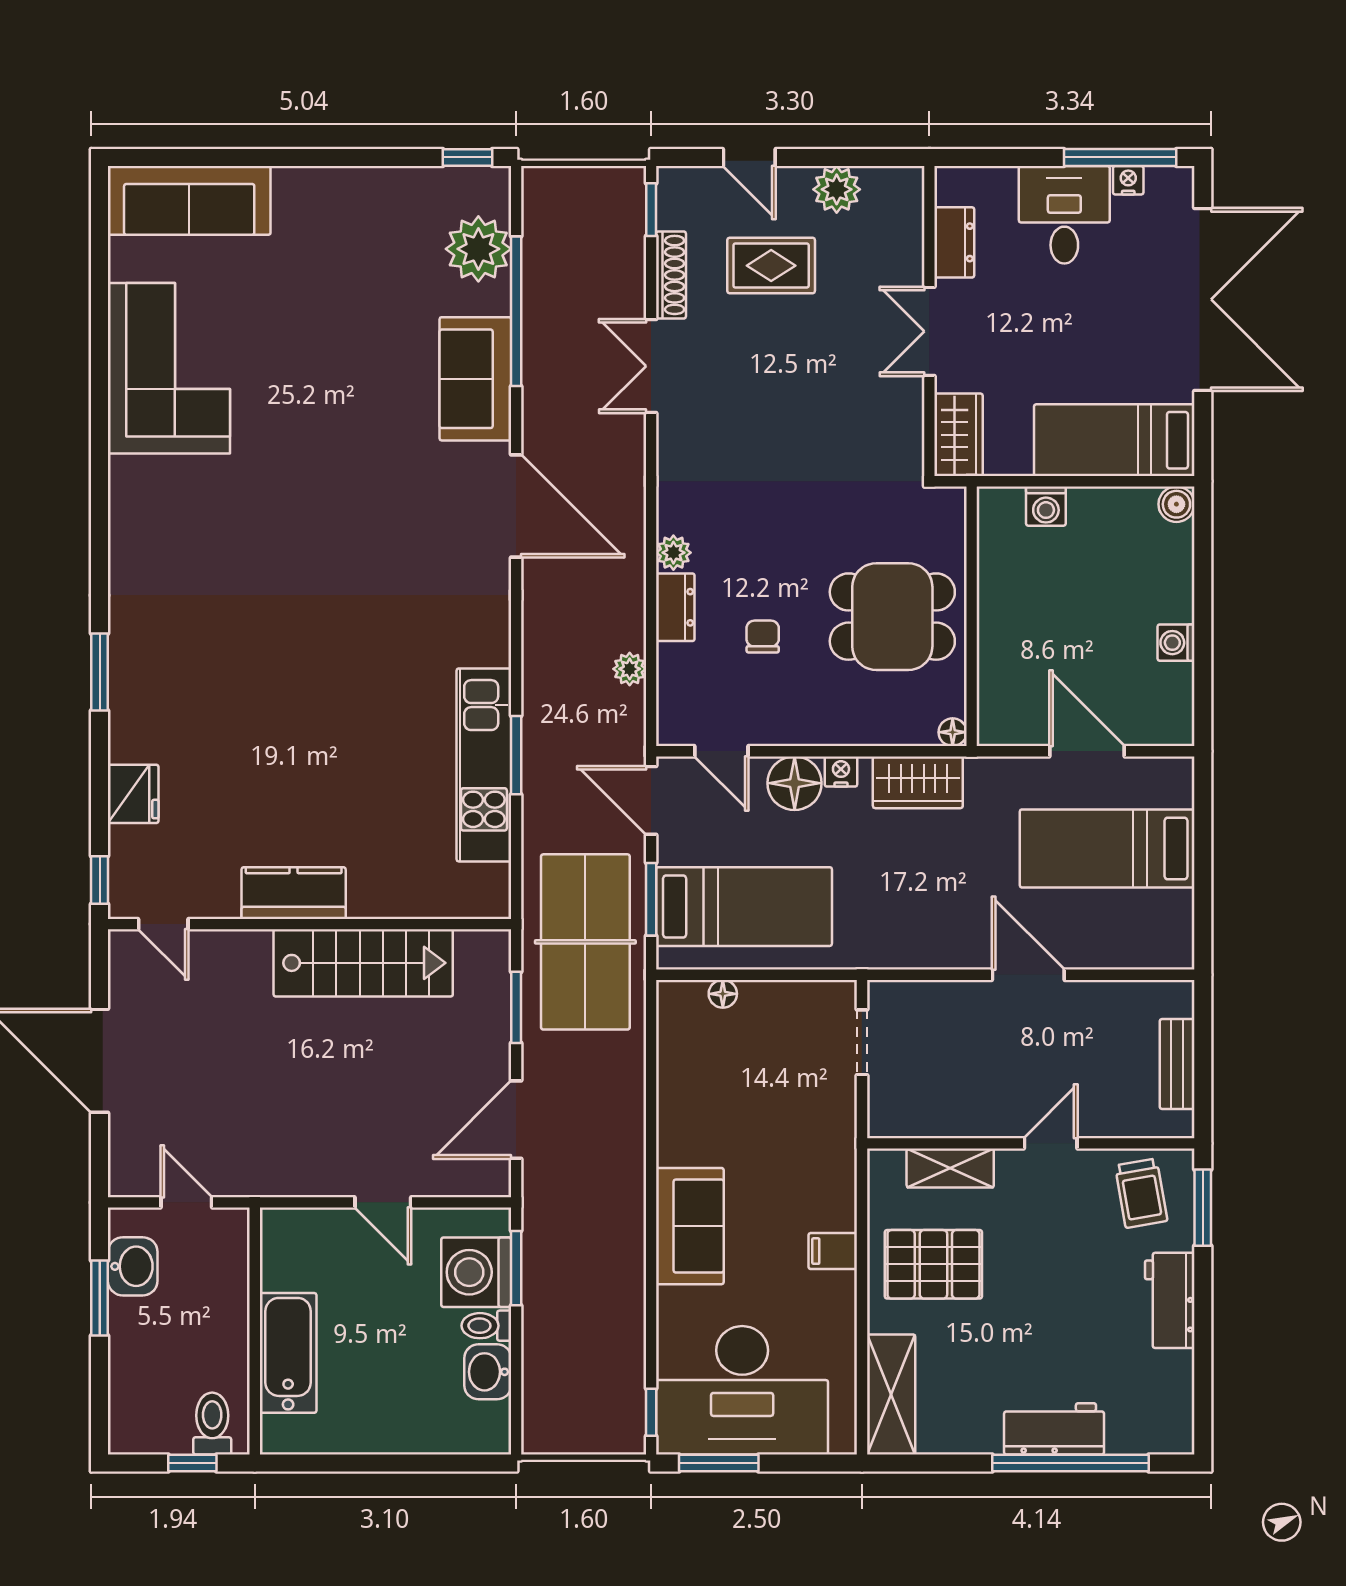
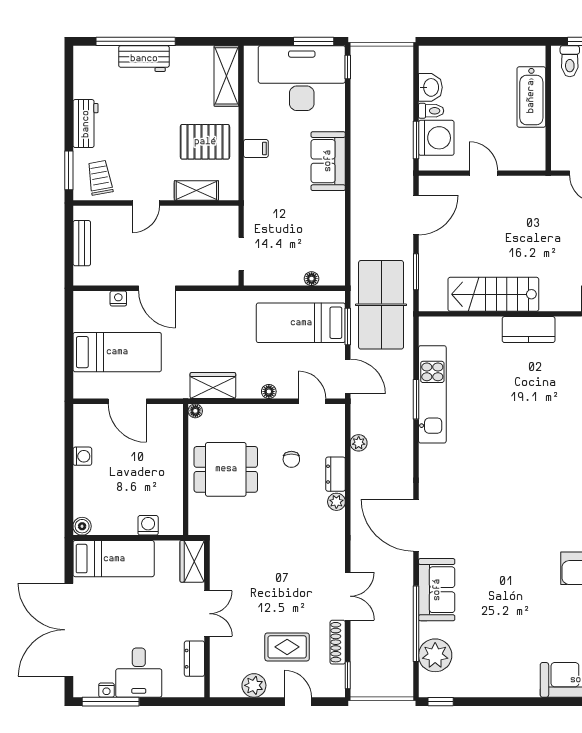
nightstand: (841, 771) -> (118, 299), moved, turned 180
floor lamp: (795, 783) -> (269, 392), width x0.53, depth x0.53

